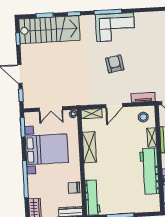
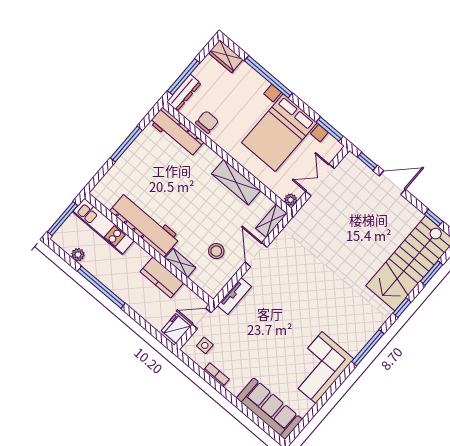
corner sofa: (115, 27) -> (319, 368), moved
armchair: (115, 64) -> (302, 300), removed
stool: (143, 117) -> (216, 251), moved

